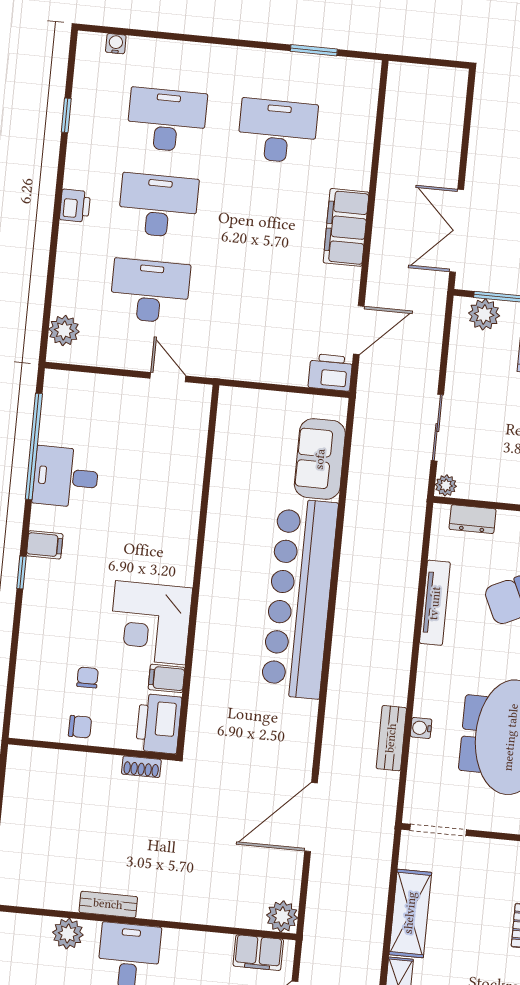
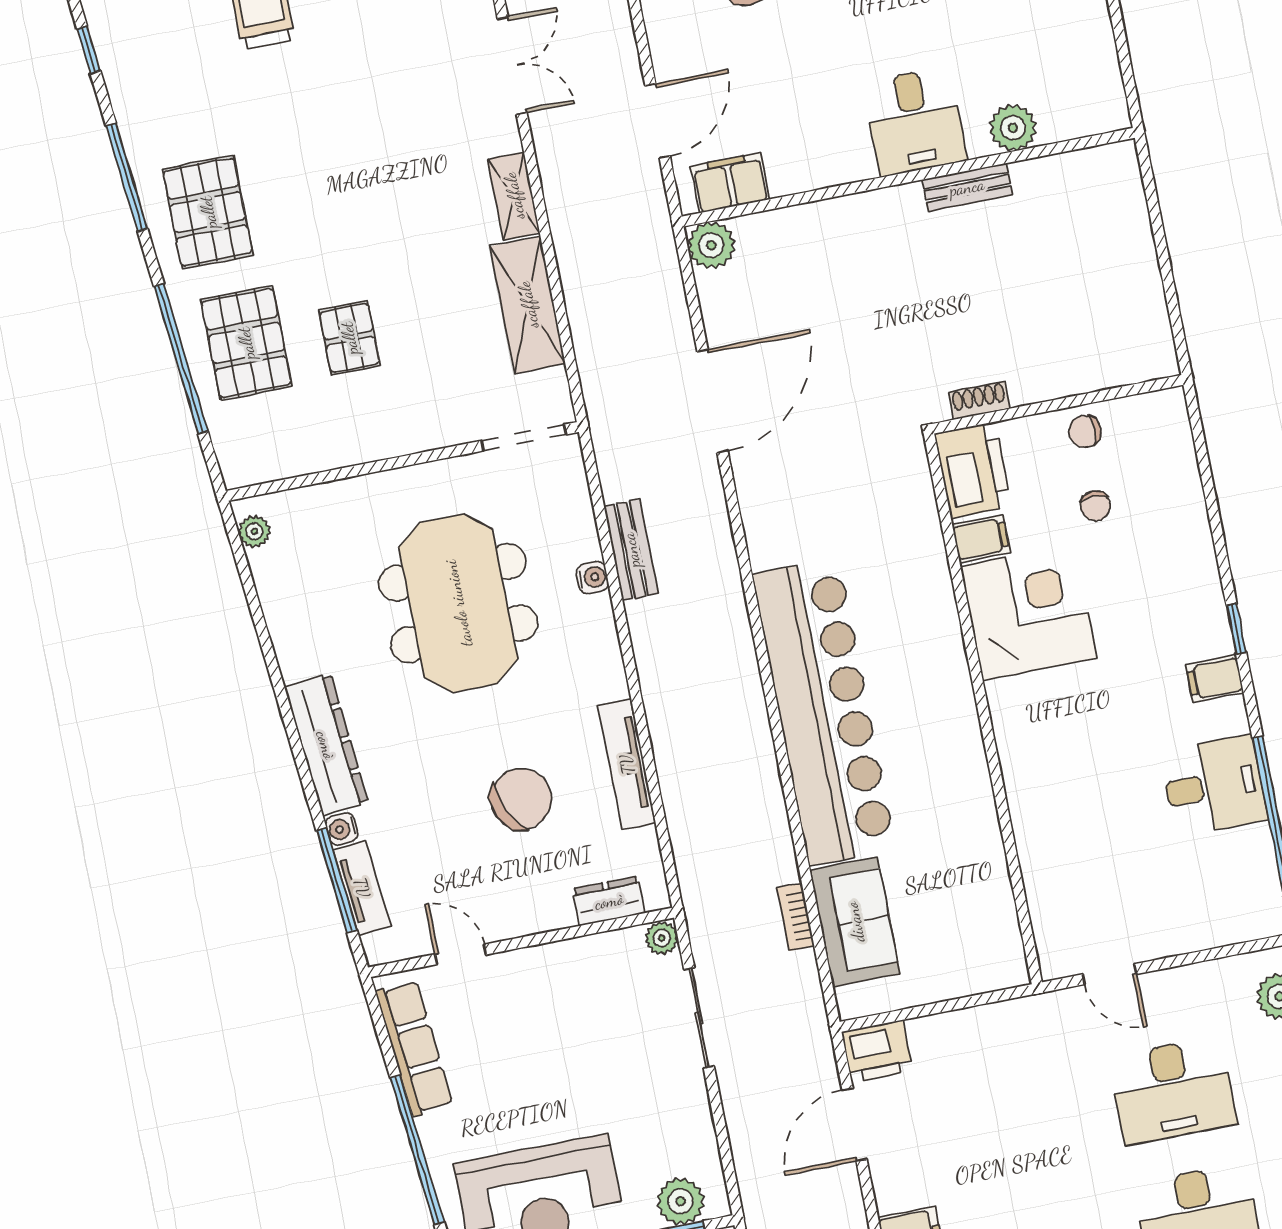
bookcase: (357, 473) -> (796, 917), added

